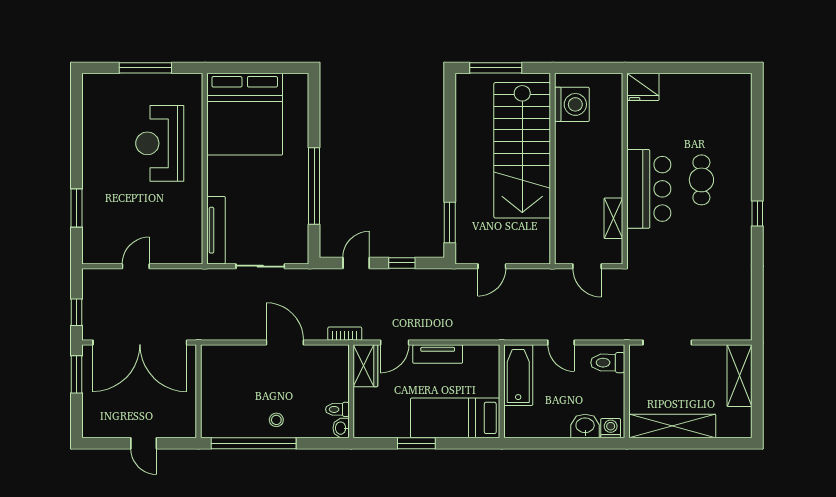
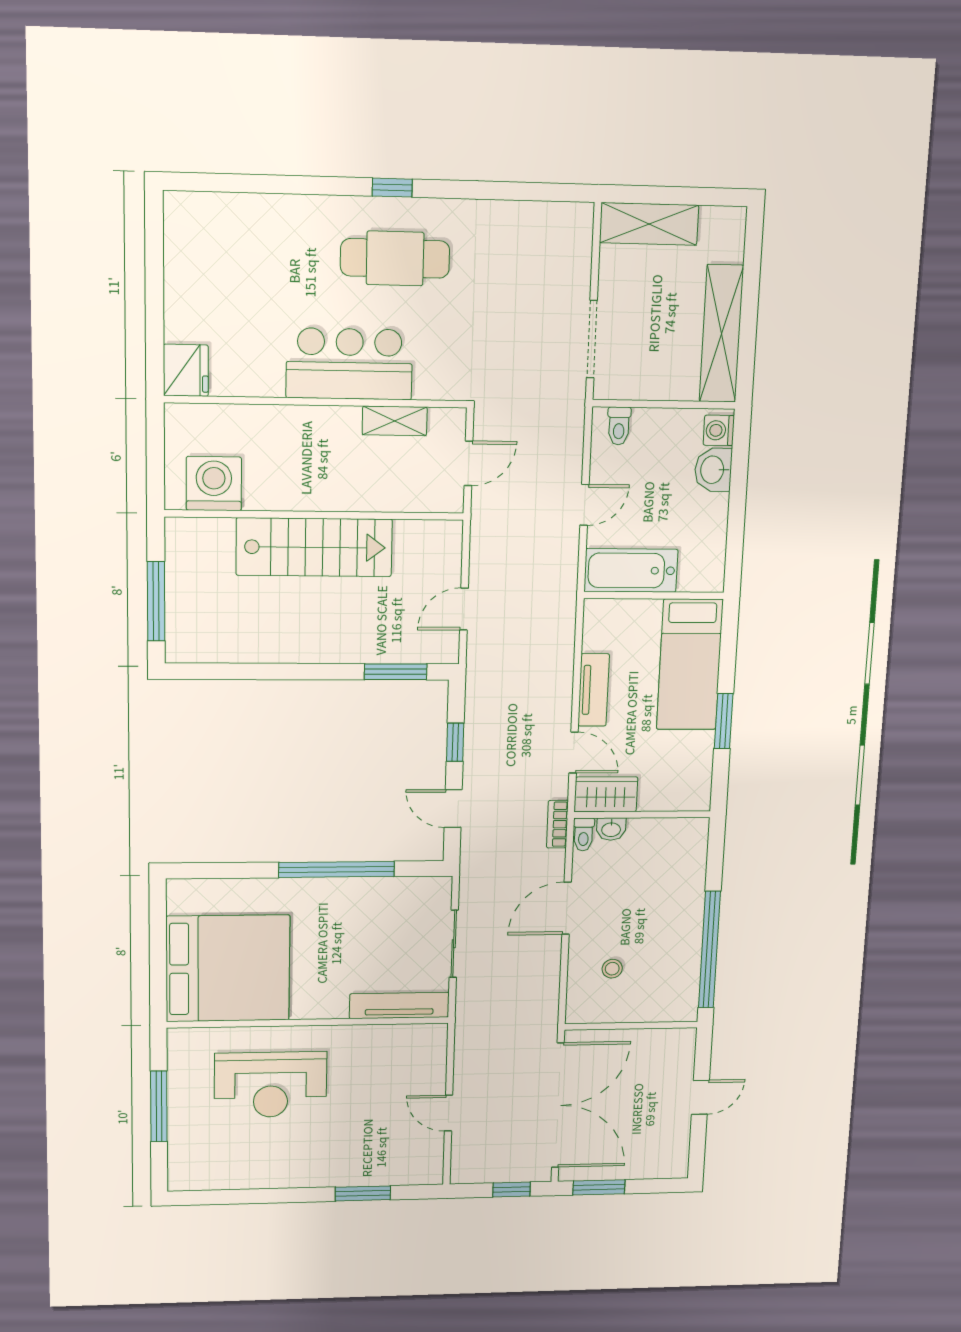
stairs: (522, 150) -> (314, 547), width x0.73, depth x0.66
cafe table: (701, 180) -> (395, 258), moved, width x1.37, depth x1.35
door: (492, 266) -> (464, 609), swing flipped
toilet: (608, 363) -> (619, 426), width x0.73, depth x0.72
toilet: (337, 409) -> (584, 834), moved
stool: (276, 420) -> (612, 969), moved
washbasin: (341, 428) -> (611, 829), moved

